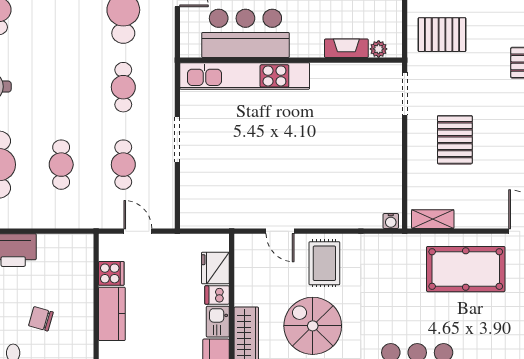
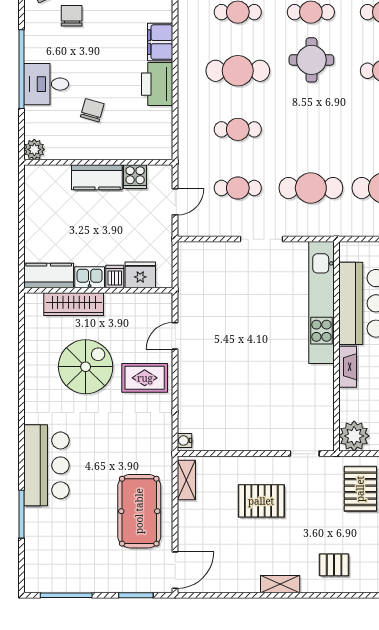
fireplace: (346, 48) -> (348, 367), moved
plant: (379, 49) -> (354, 436), width x1.88, depth x1.88
cafe table: (123, 87) -> (311, 188), width x1.37, depth x1.35
doorway: (405, 94) -> (305, 454), width x0.73

